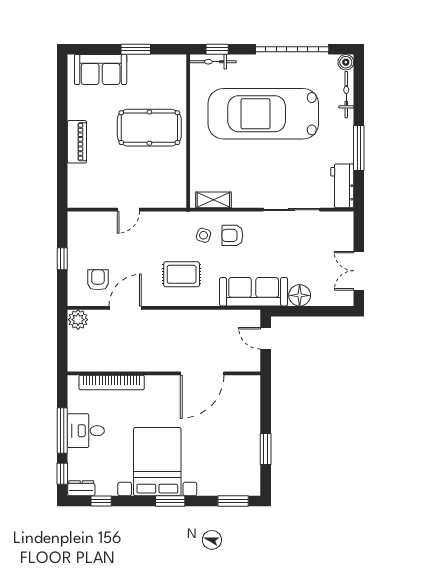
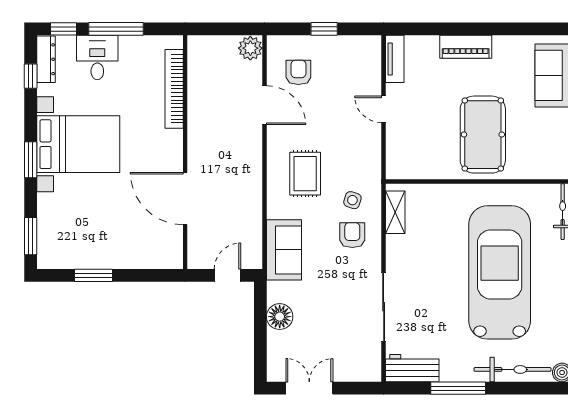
bicycle: (346, 95) -> (513, 369), width x1.37, depth x1.40
tv unit: (87, 200) -> (395, 59), added
armchair: (98, 280) -> (298, 72), turned -90
sofa: (254, 292) -> (284, 250), width x0.73
desk: (86, 431) -> (97, 58), moved
dresser: (81, 488) -> (46, 59), width x1.44

